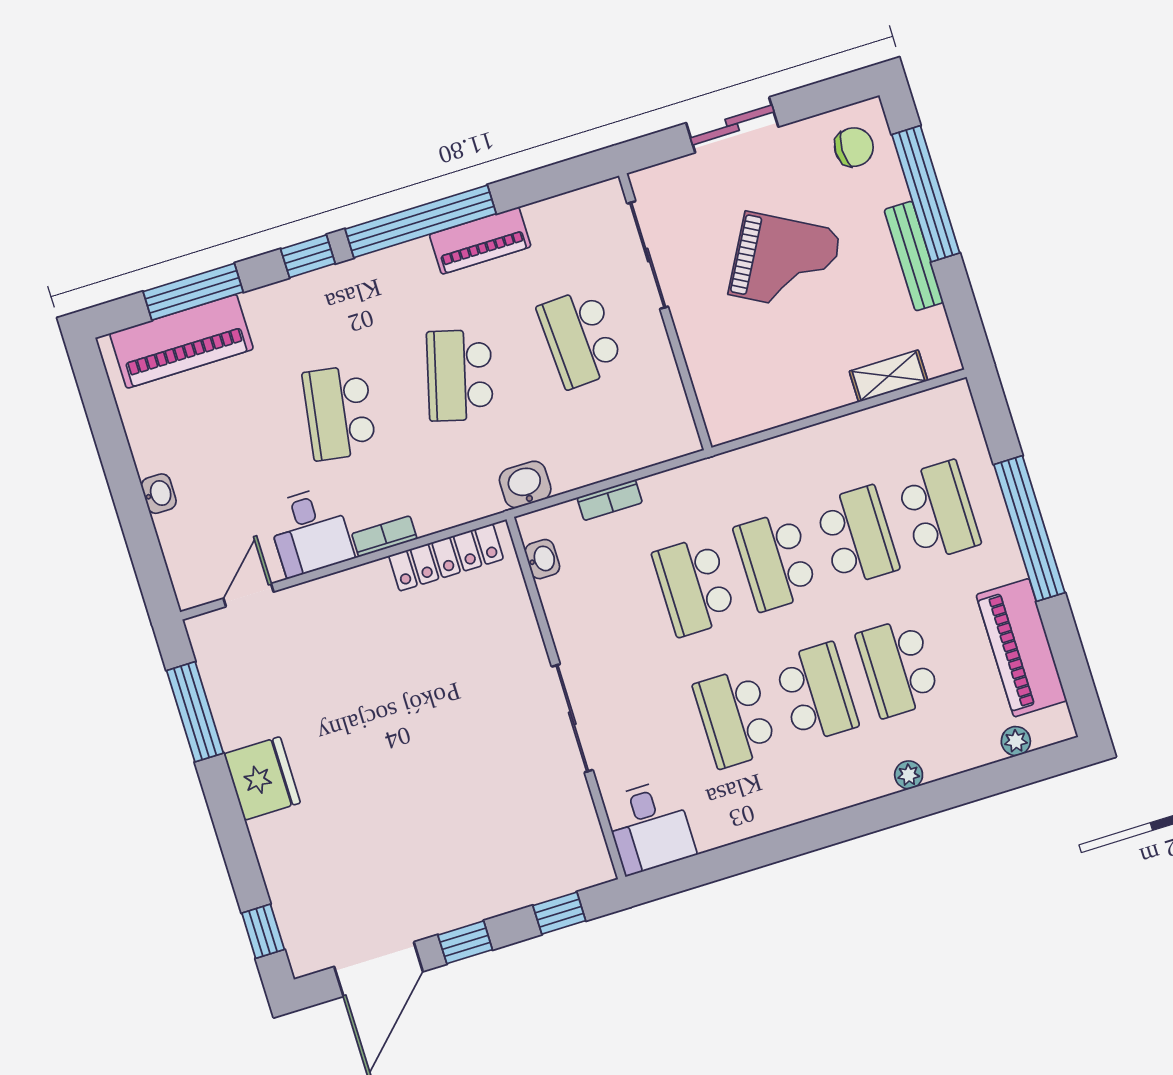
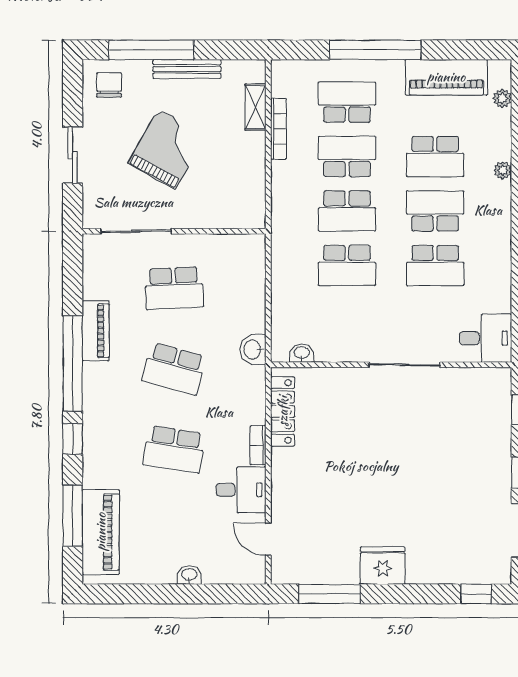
bookcase: (610, 500) -> (278, 129), moved, width x1.56

